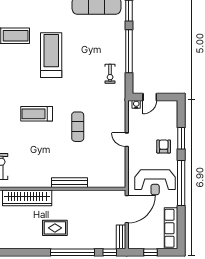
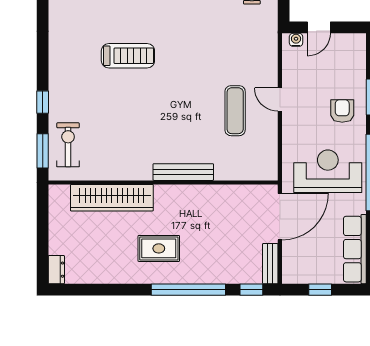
treadmill: (37, 114) -> (128, 56), turned 180
exercise mat: (78, 127) -> (235, 111), moved
reception desk: (155, 182) -> (328, 171), turned 180

